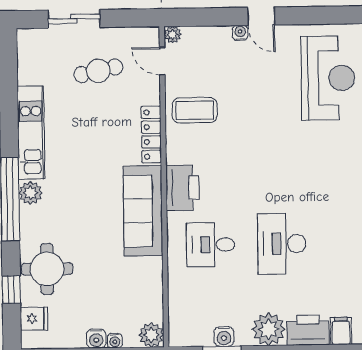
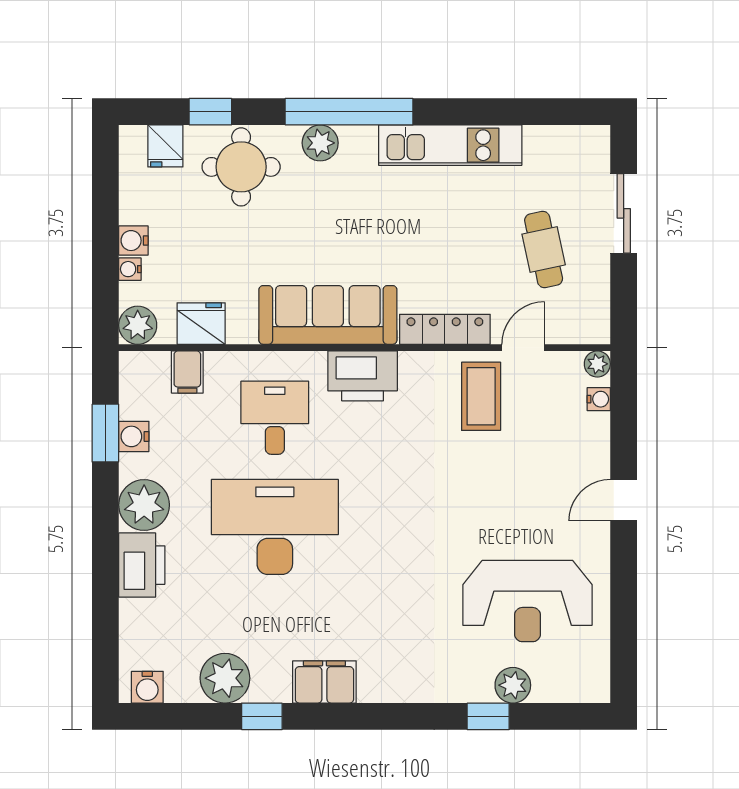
water cooler: (240, 33) -> (599, 399), moved
door: (162, 61) -> (523, 348), moved
plant: (30, 193) -> (320, 143), moved
desk: (282, 244) -> (275, 527), width x1.36, depth x1.30
fridge: (150, 294) -> (201, 324), added
filing cabinet: (341, 331) -> (187, 372), moved, turned 90

